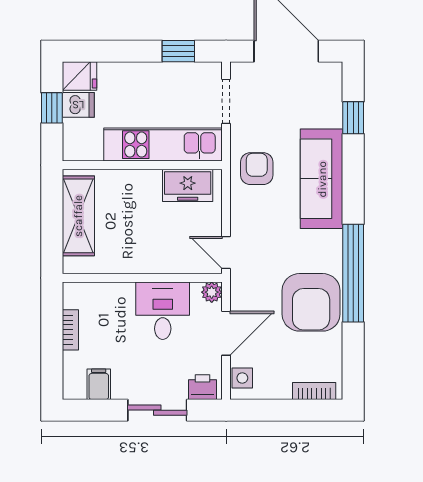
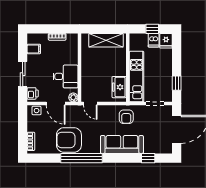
armchair: (257, 169) -> (126, 117), turned 90
door: (226, 252) -> (90, 104), swing flipped

